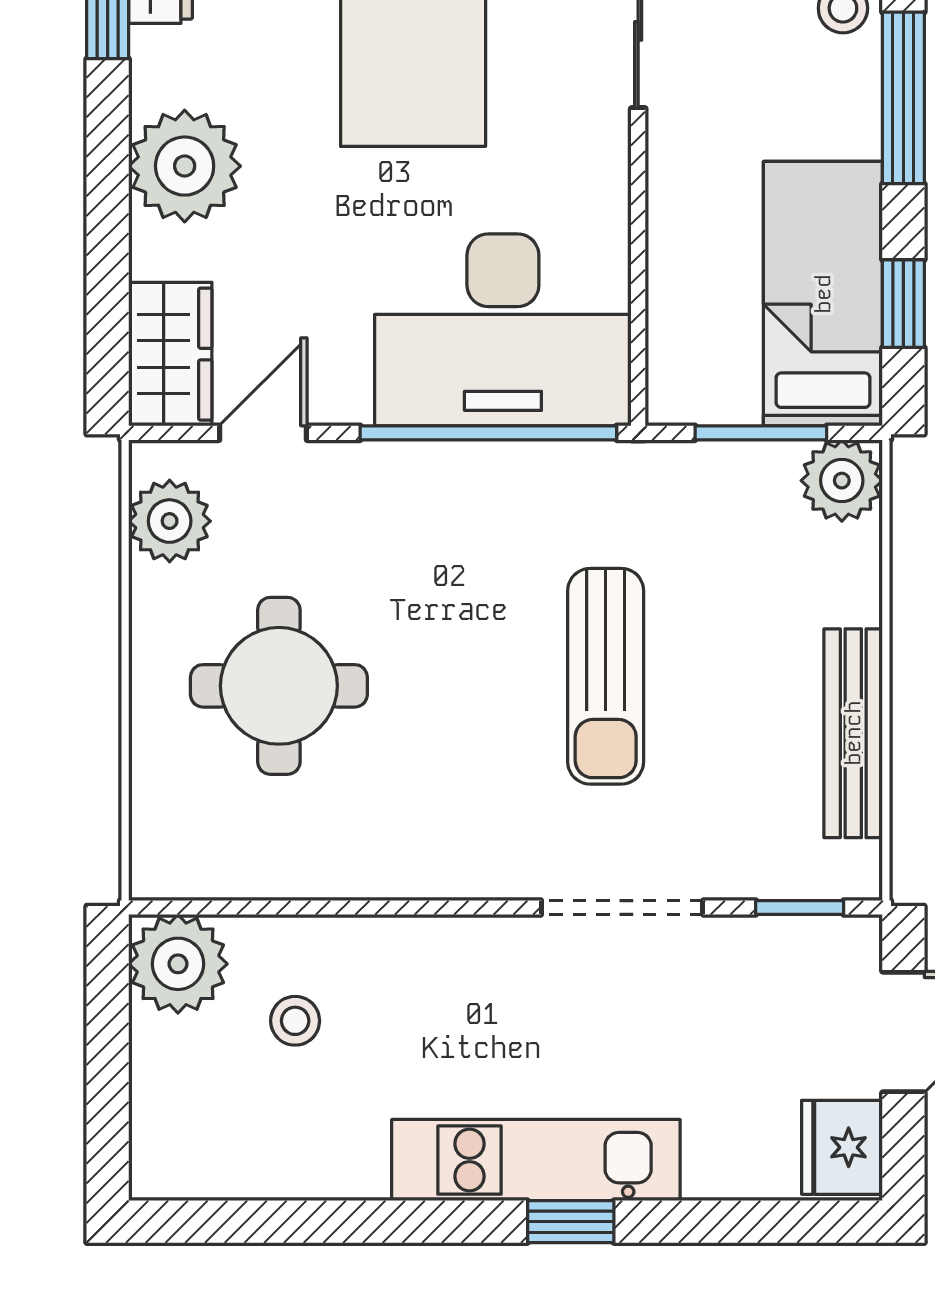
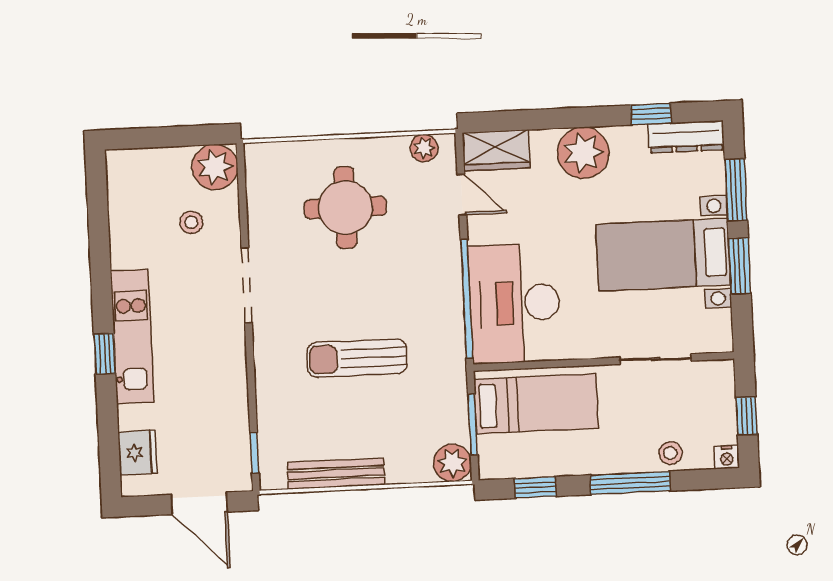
bed: (823, 294) -> (536, 404), moved
plant: (170, 521) -> (424, 148), width x0.73, depth x0.73
doorway: (622, 907) -> (247, 285), moved
fridge: (842, 1147) -> (138, 453), moved, turned 90

